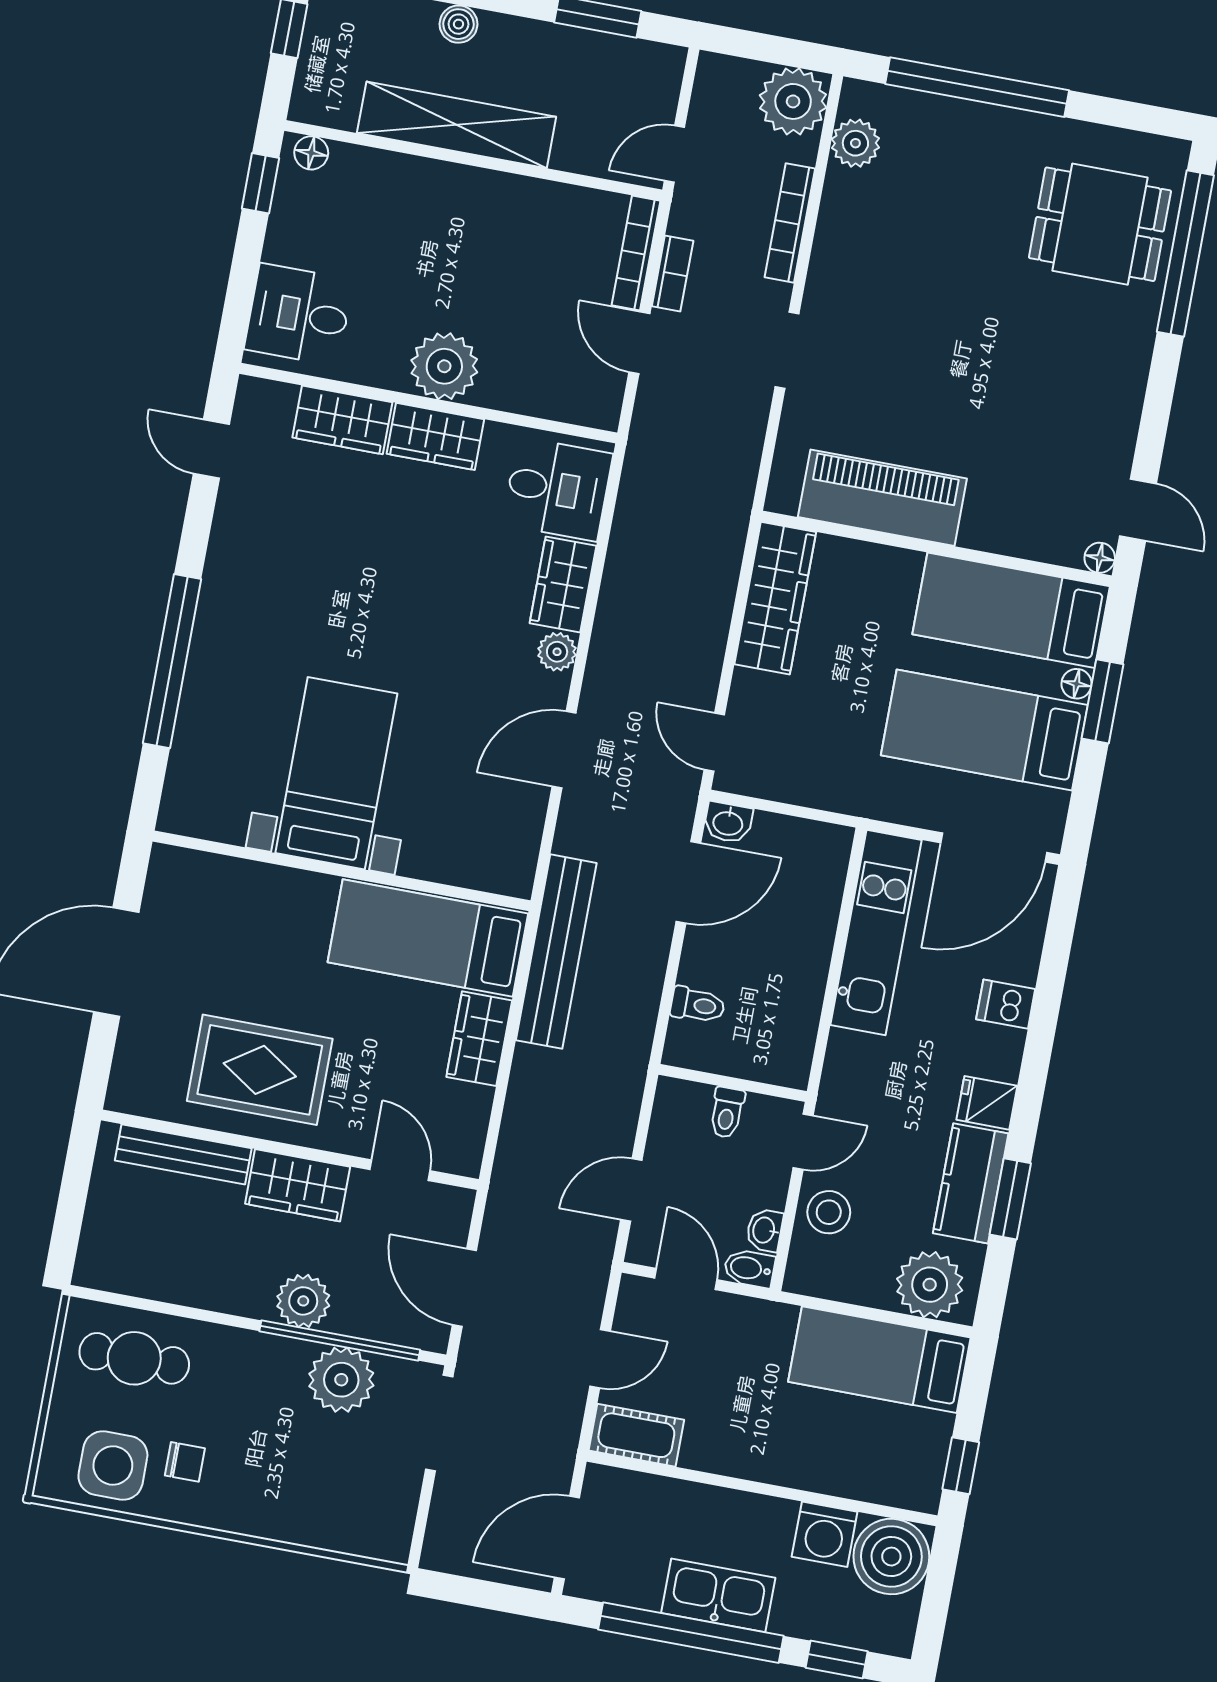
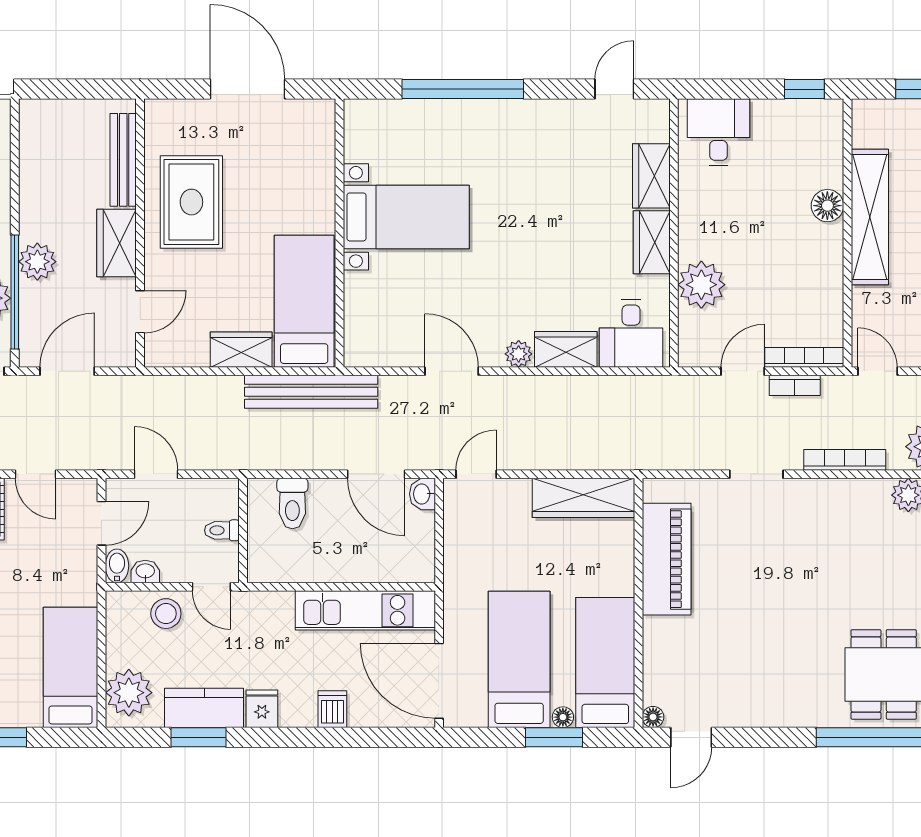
floor lamp: (311, 153) -> (827, 206), moved, width x1.37, depth x1.37
plant: (444, 366) -> (701, 285), moved
toilet: (698, 1005) -> (292, 503), width x1.37, depth x1.39

